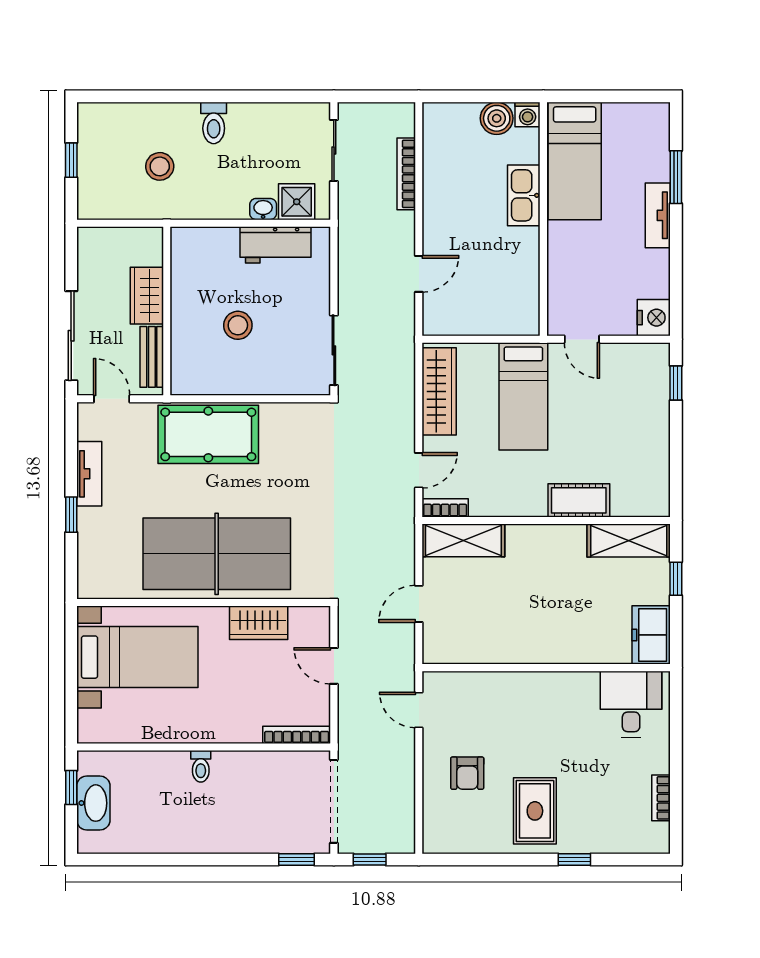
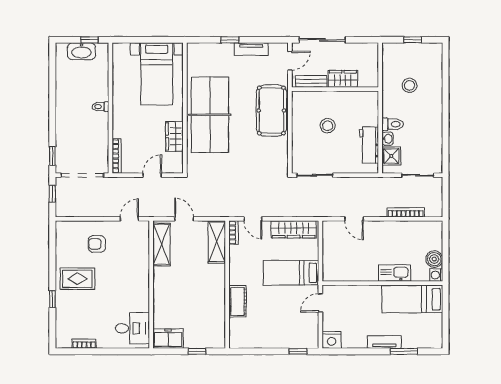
toilet: (214, 123) -> (393, 124), moved, turned 180
shelving: (629, 540) -> (162, 244), moved

